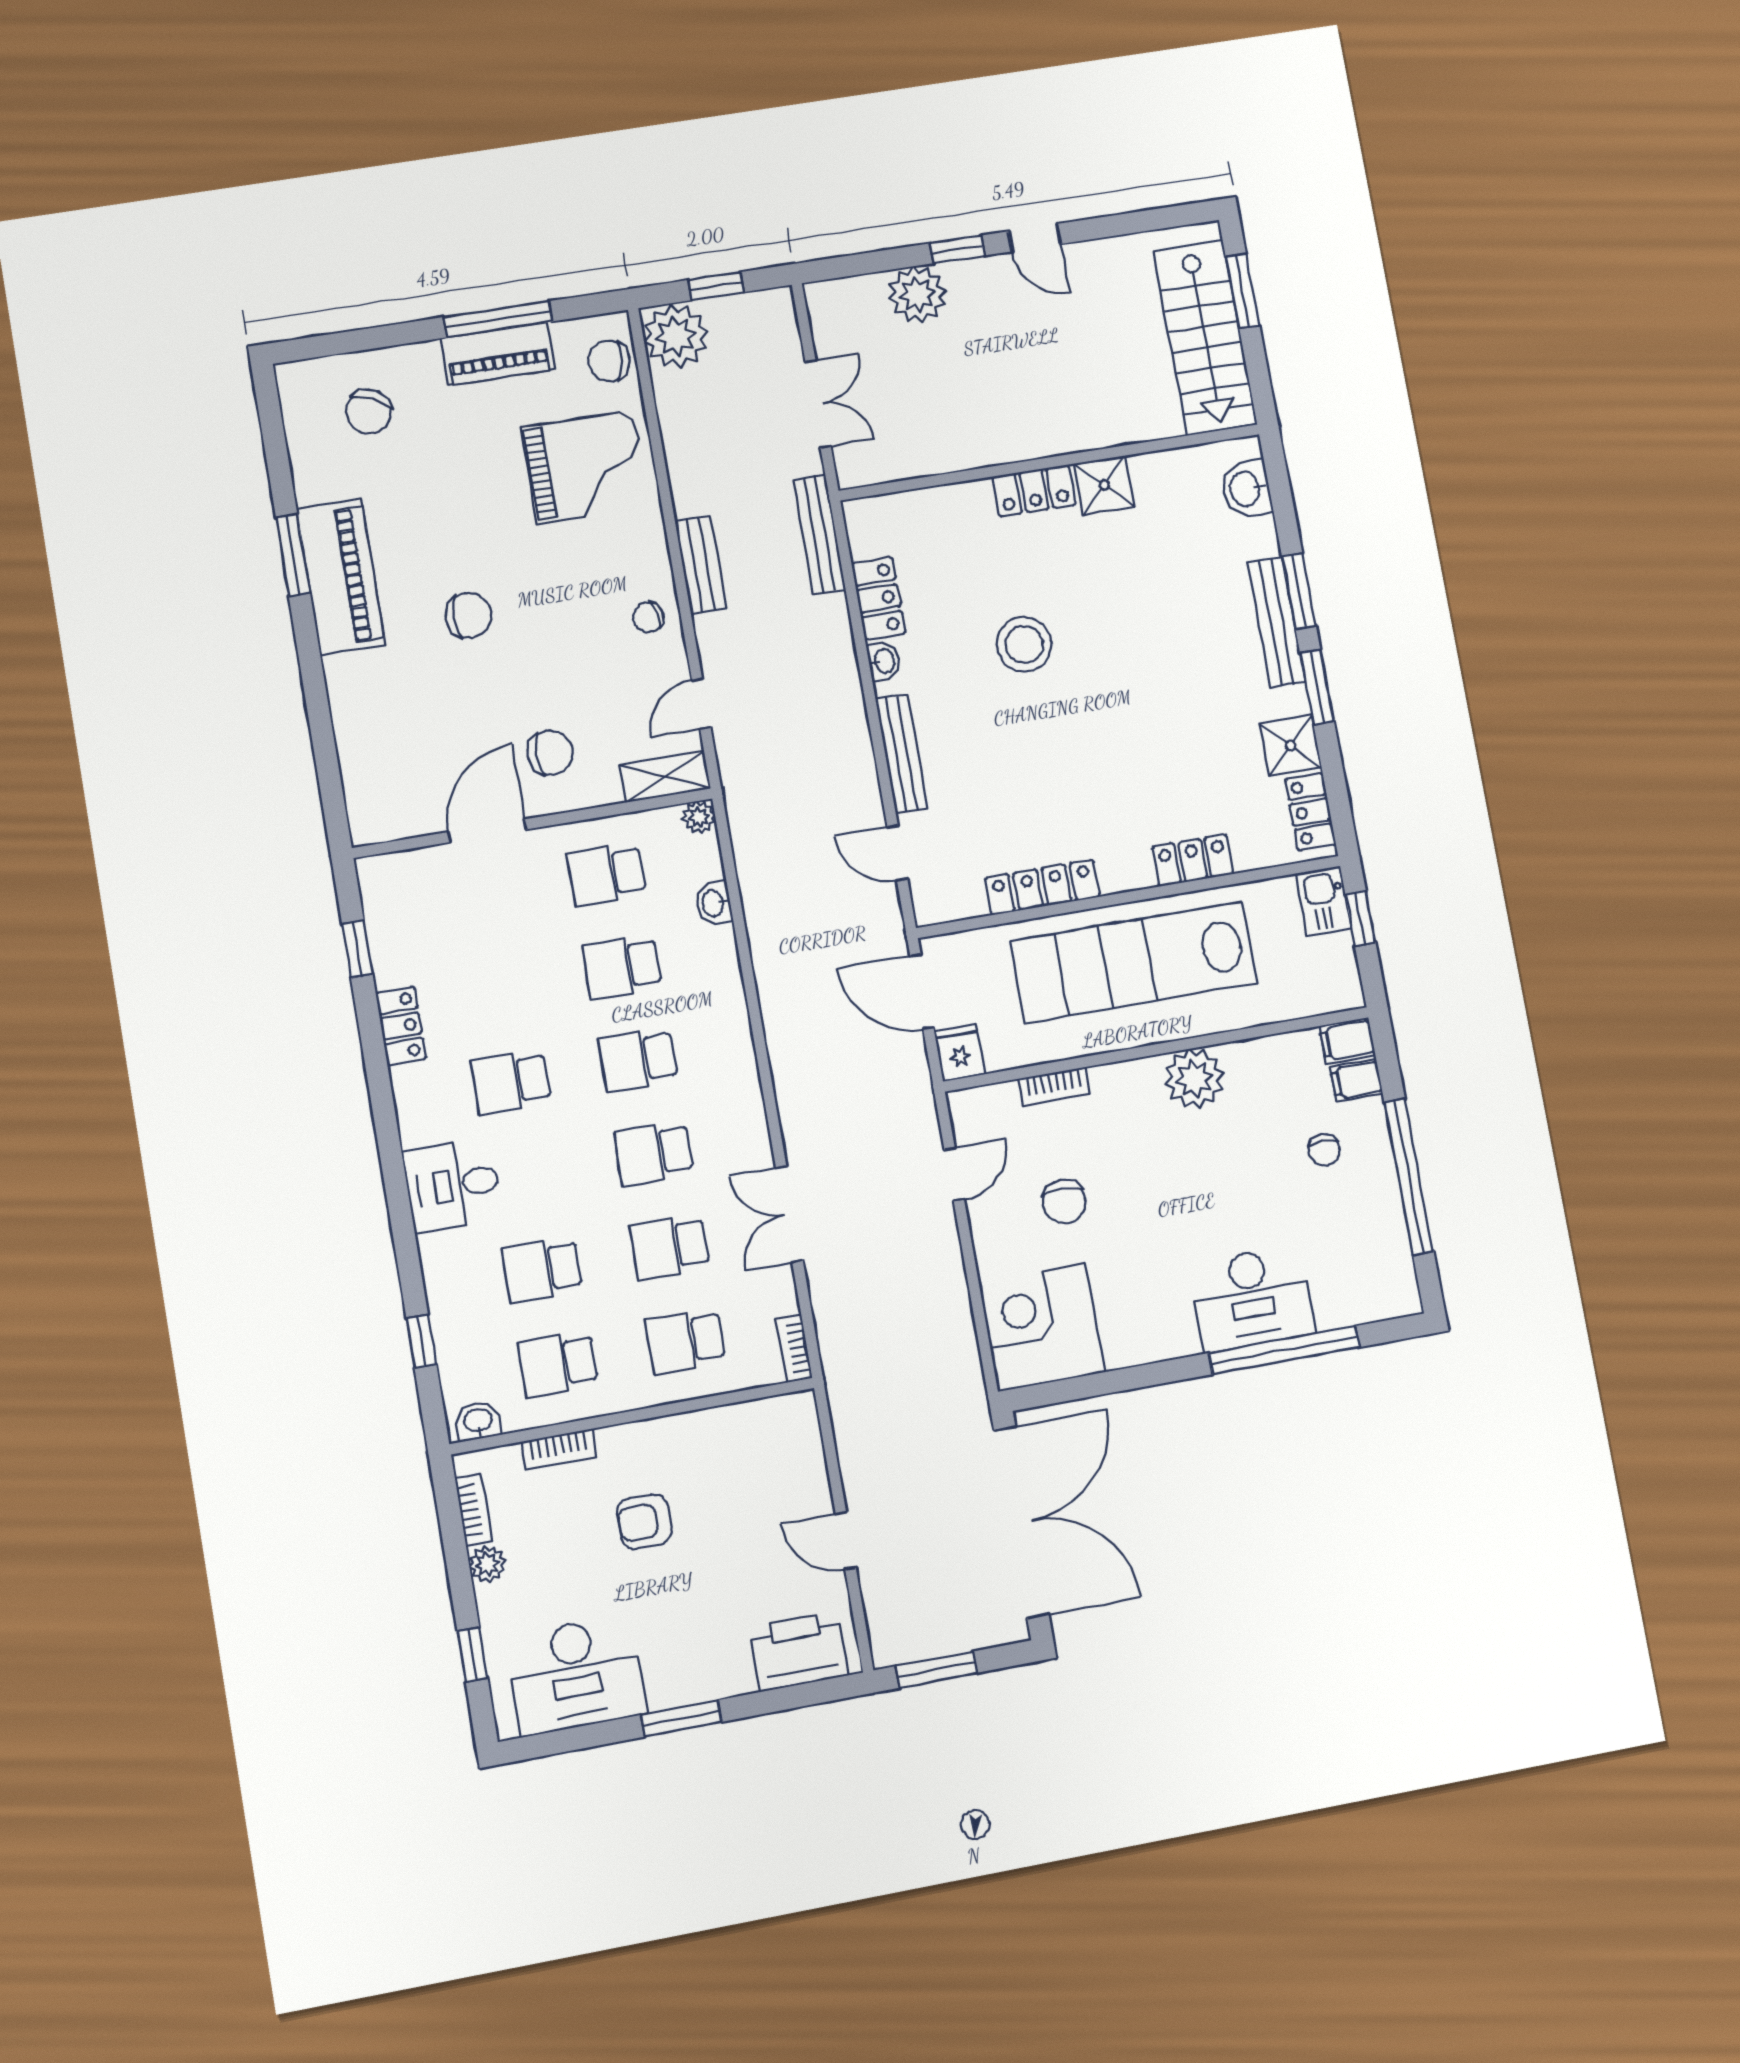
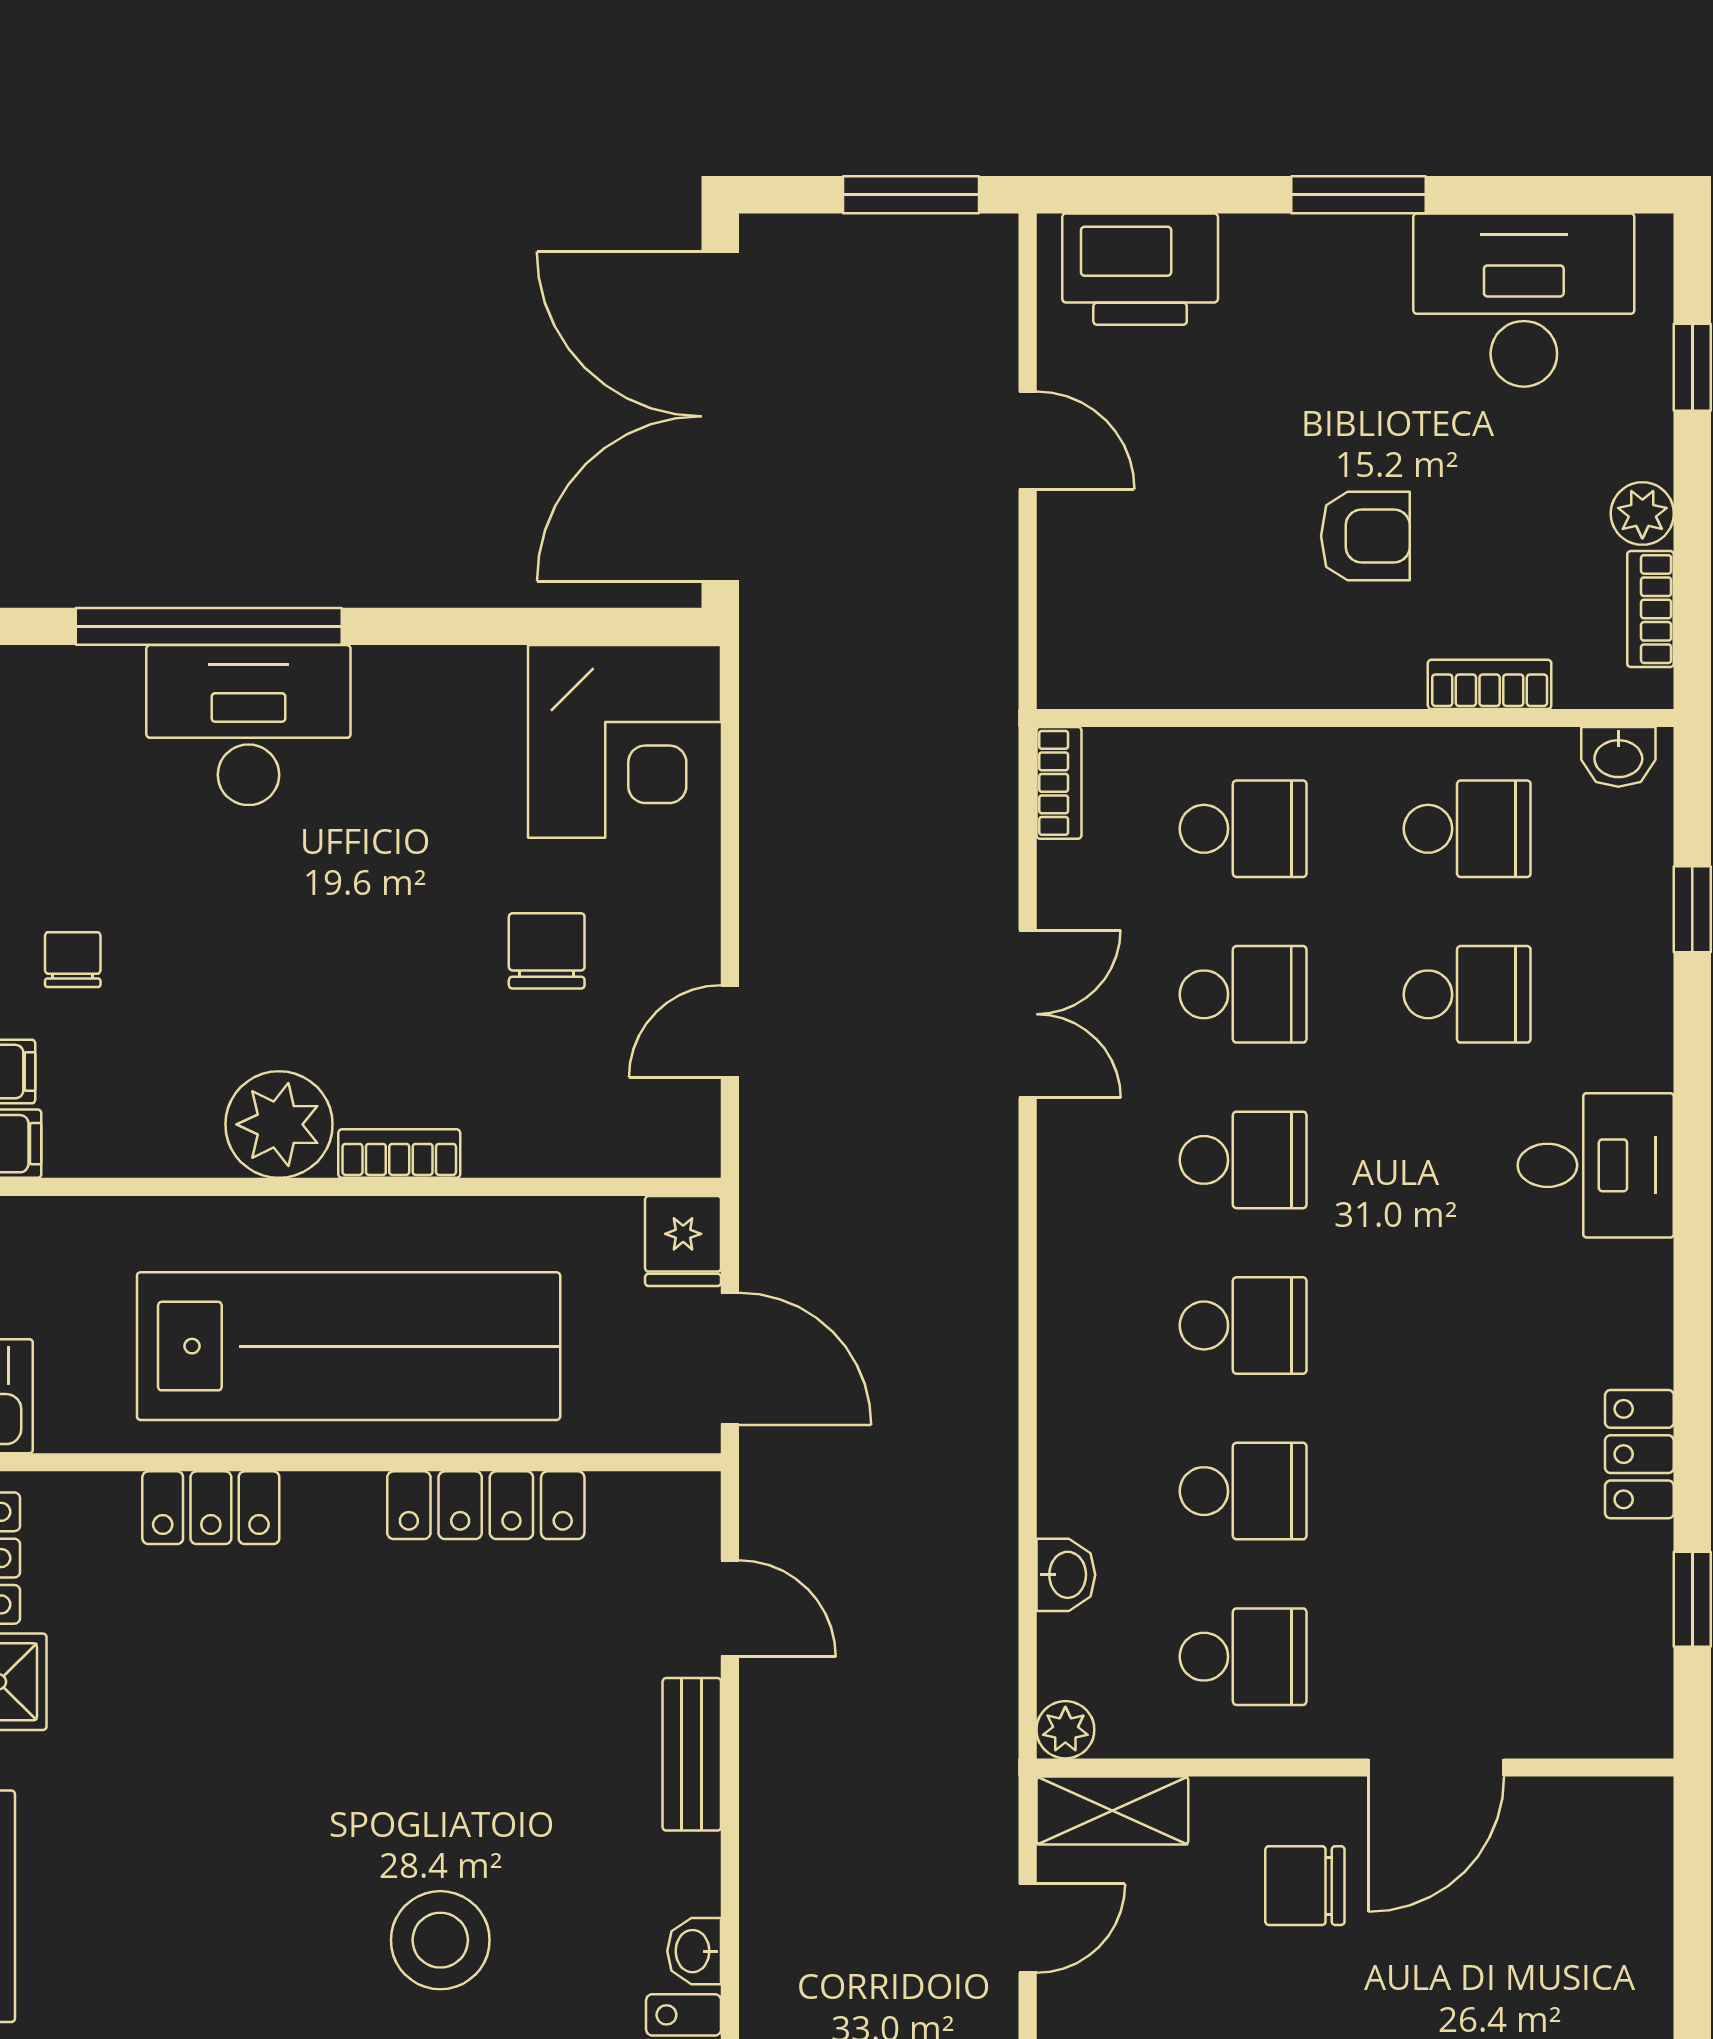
bench: (901, 754) -> (692, 1754), width x0.73
school desk: (511, 1082) -> (1467, 1325), removed
bookcase: (1054, 1086) -> (399, 1154), moved

